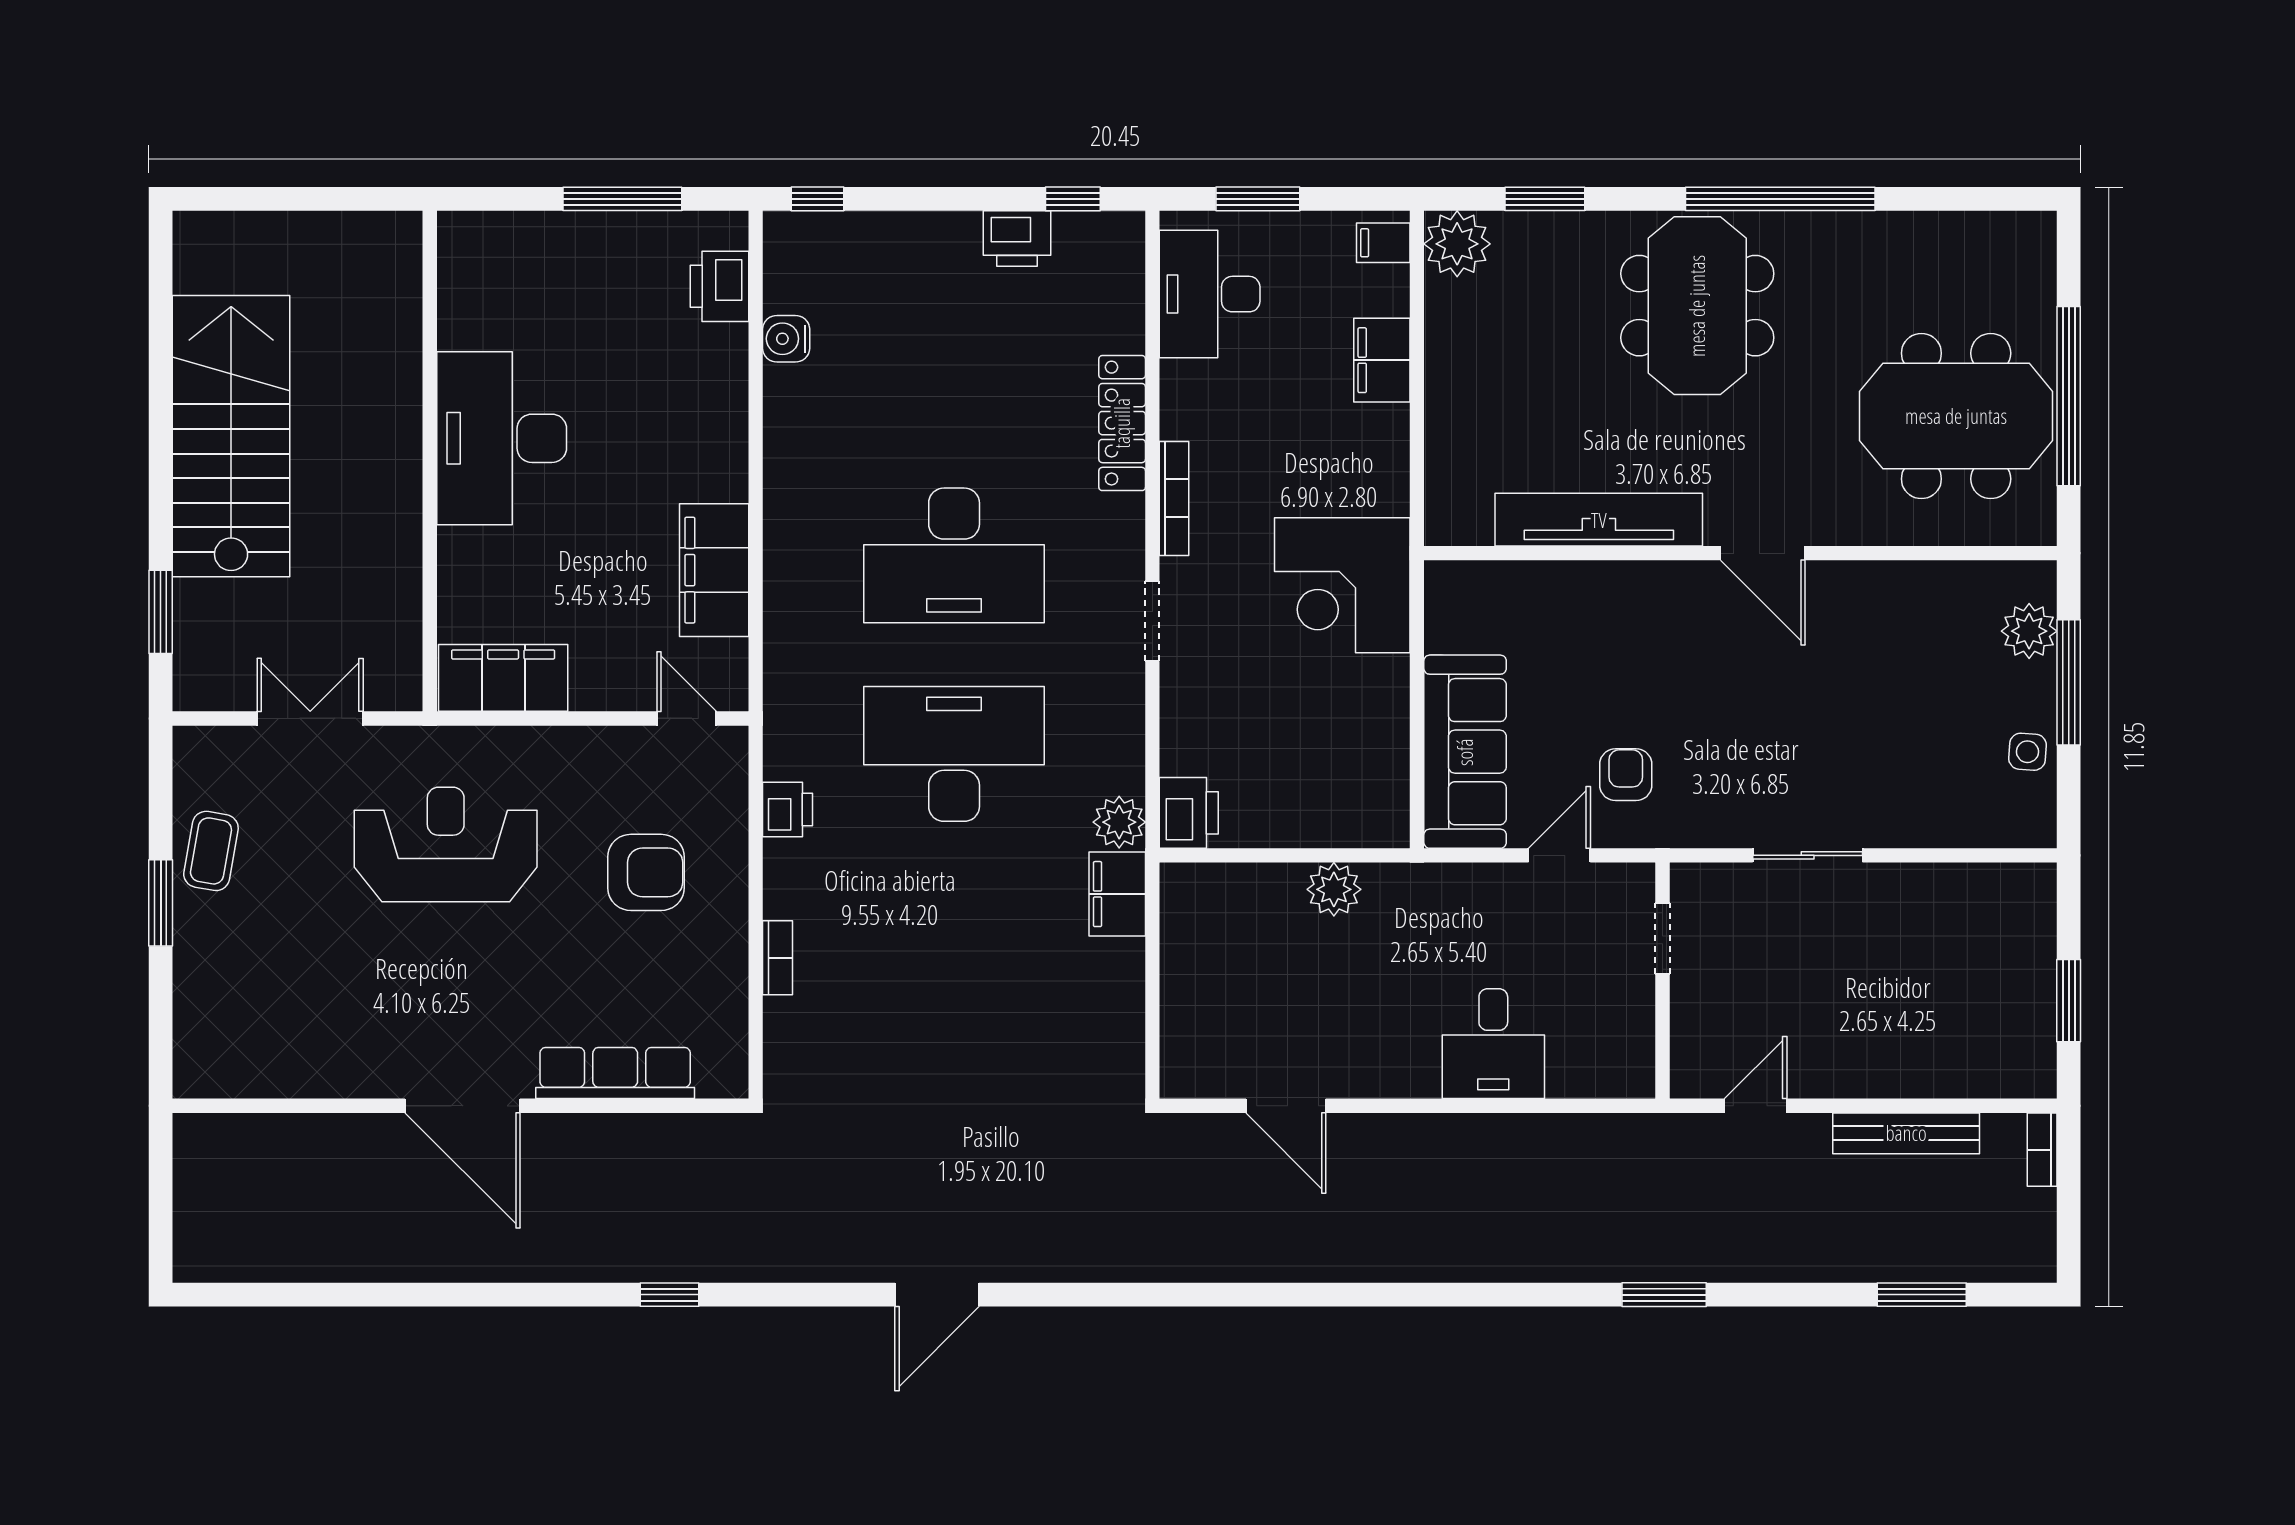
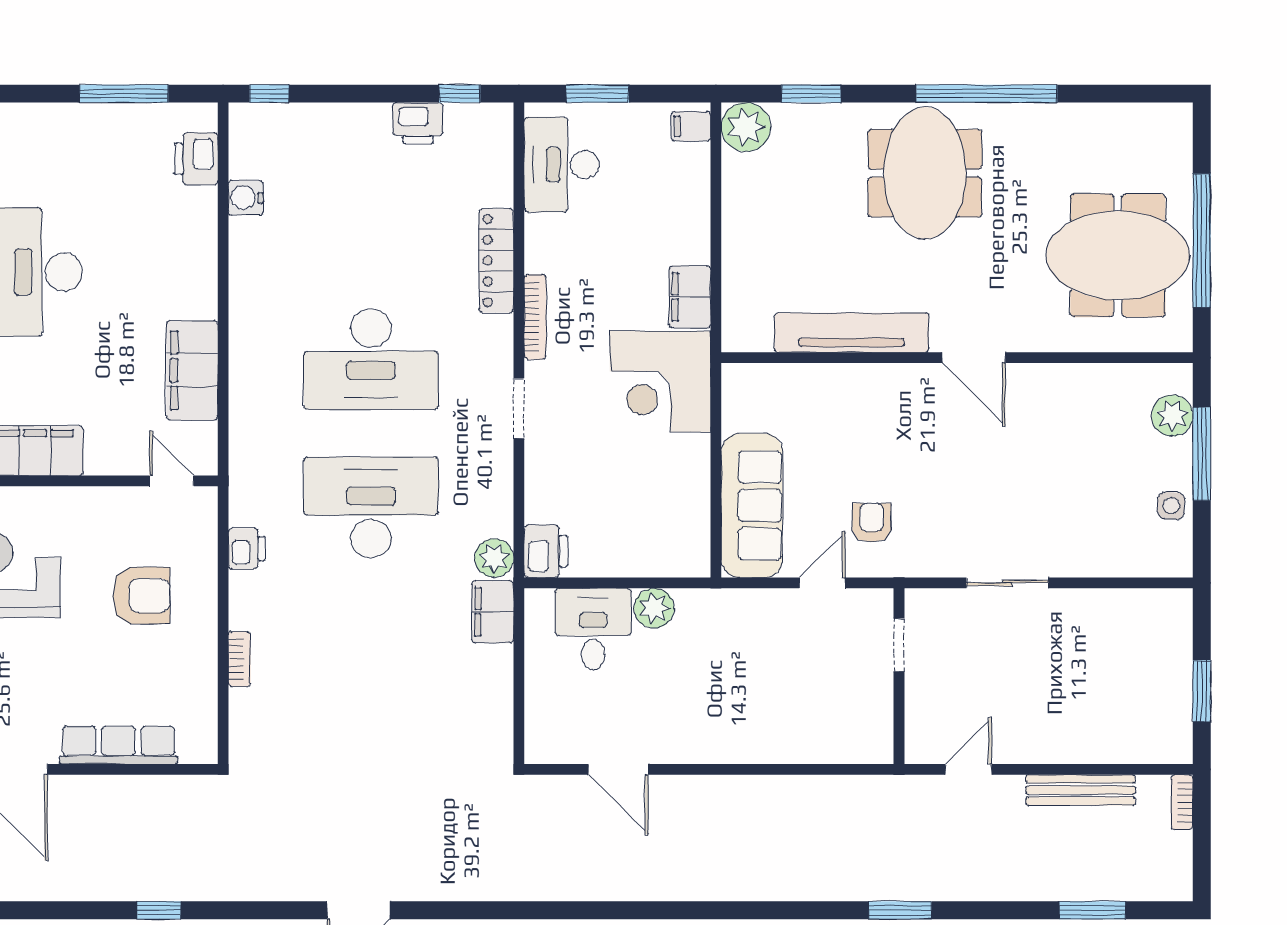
filing cabinet: (1382, 360) -> (690, 297), moved
desk: (1493, 1044) -> (593, 629), moved, turned 180

